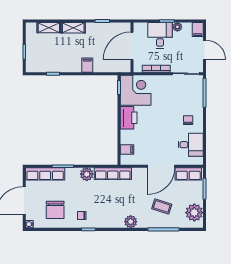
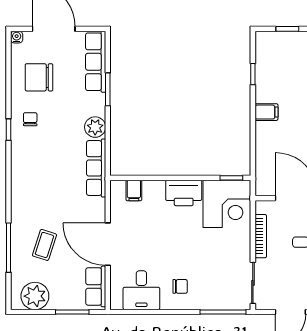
filing cabinet: (87, 65) -> (266, 112), moved
plant: (131, 222) -> (21, 196), removed

